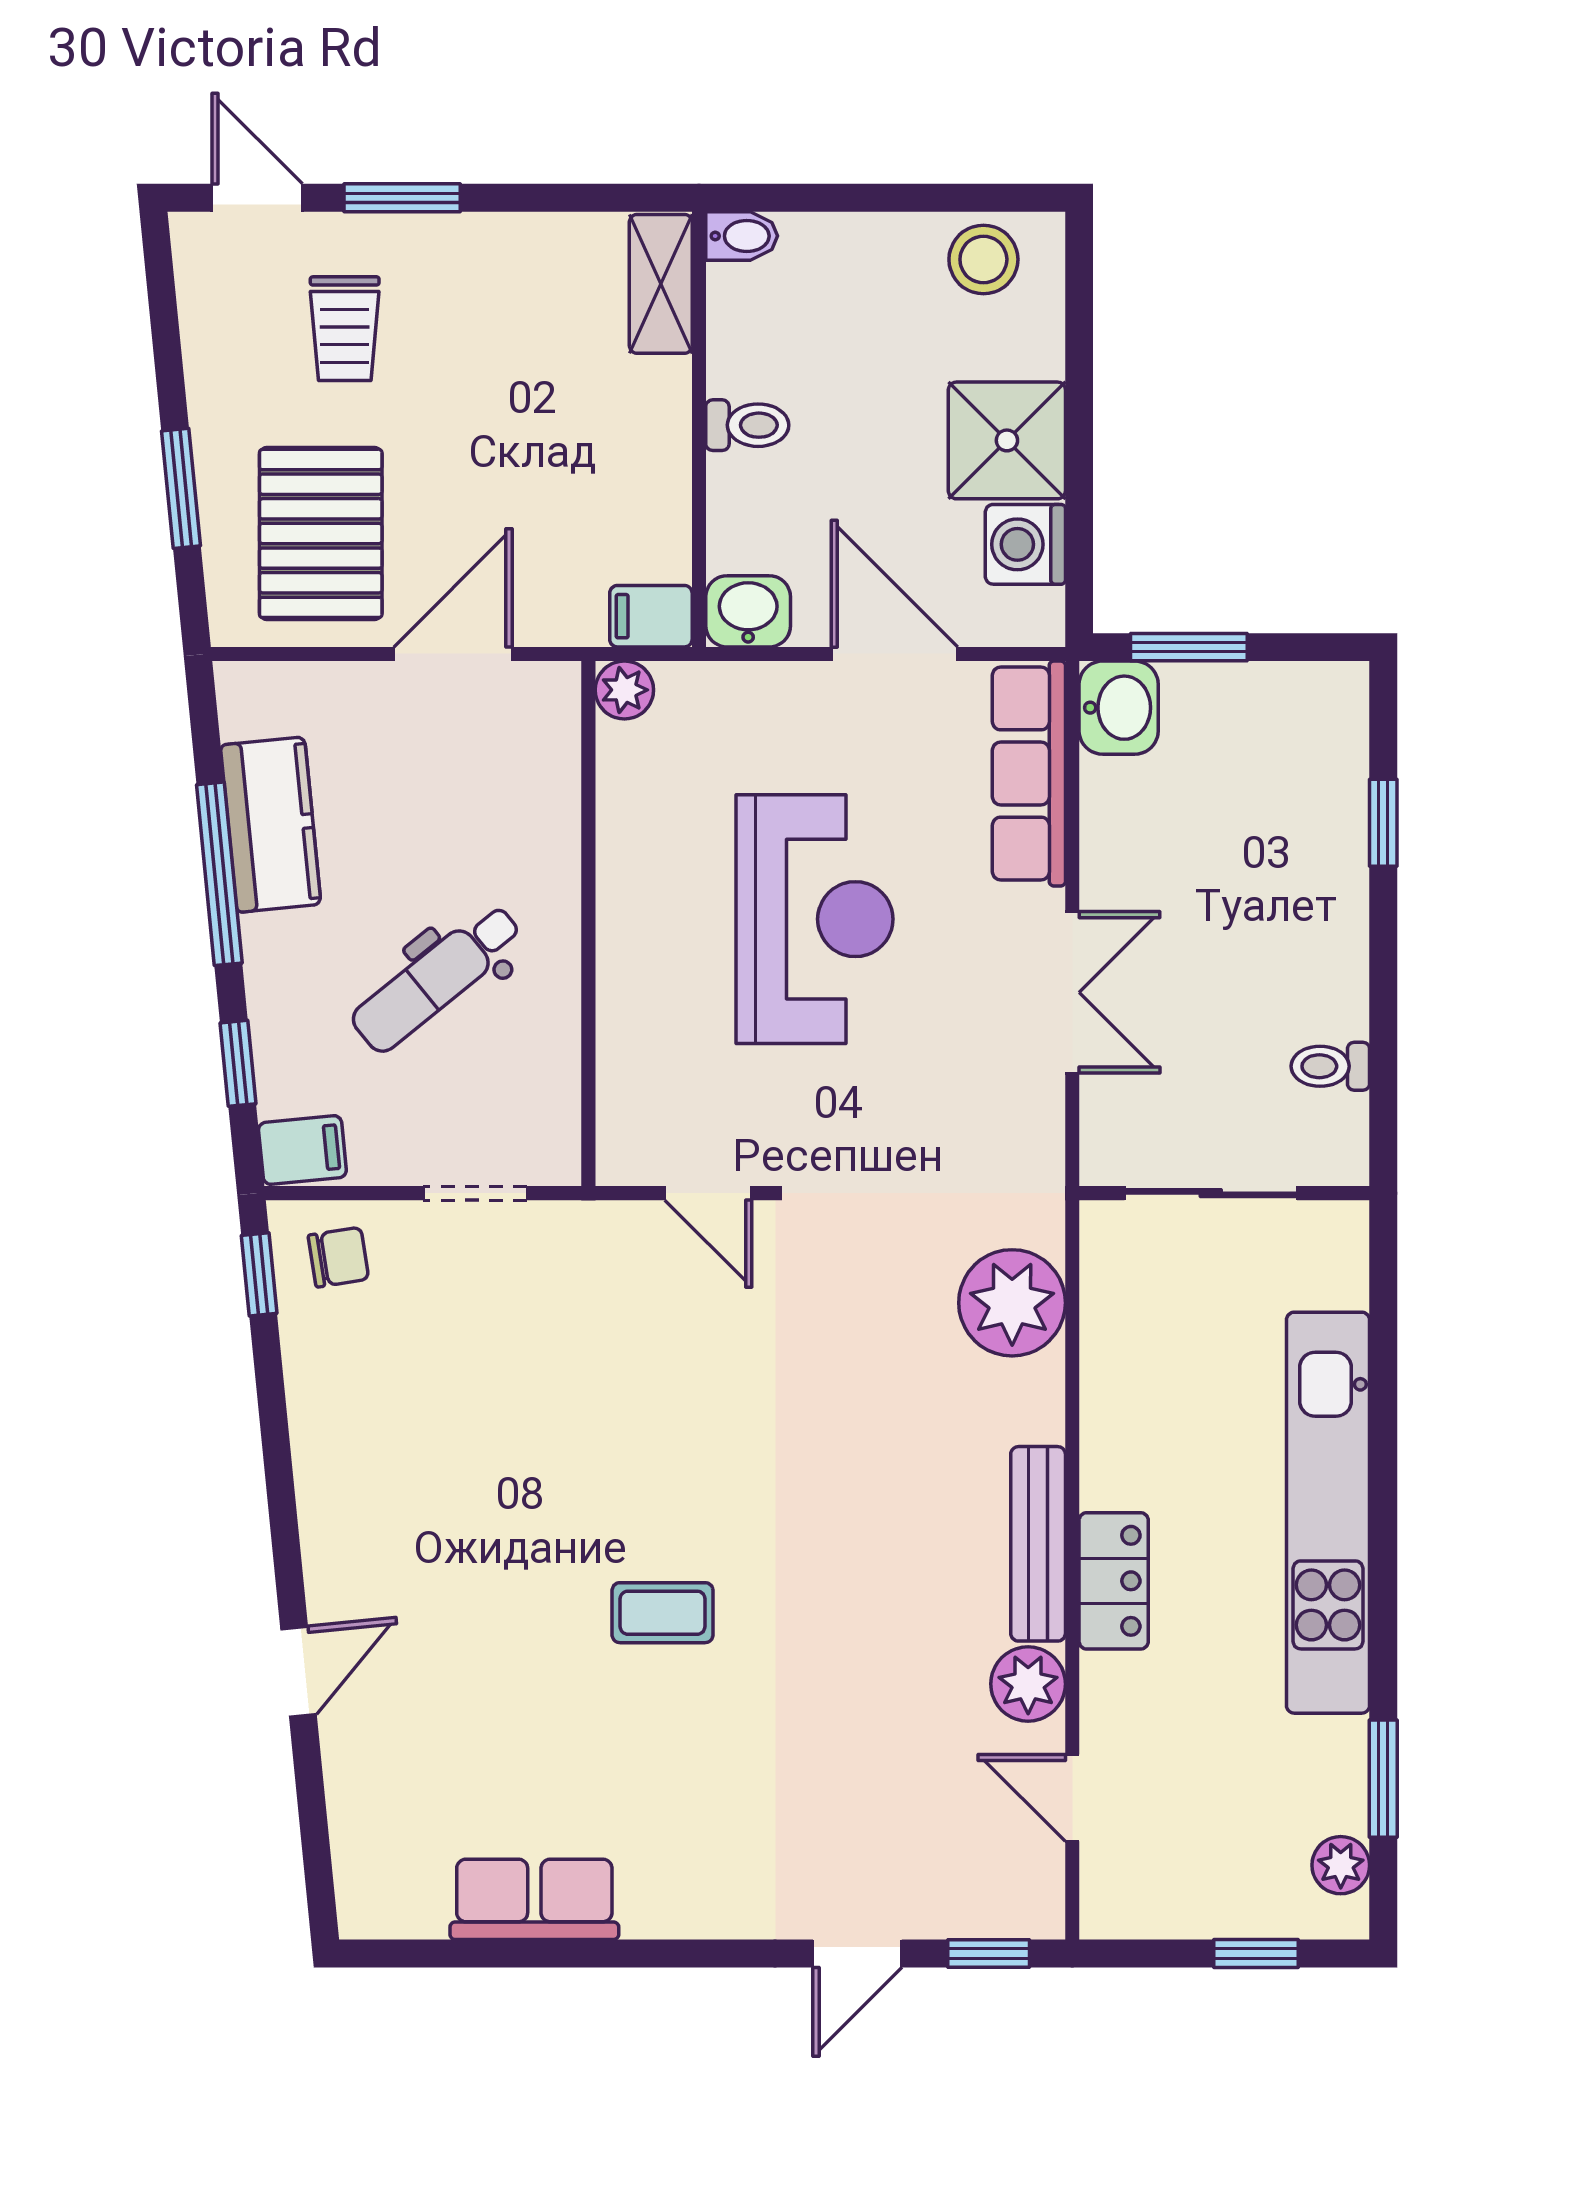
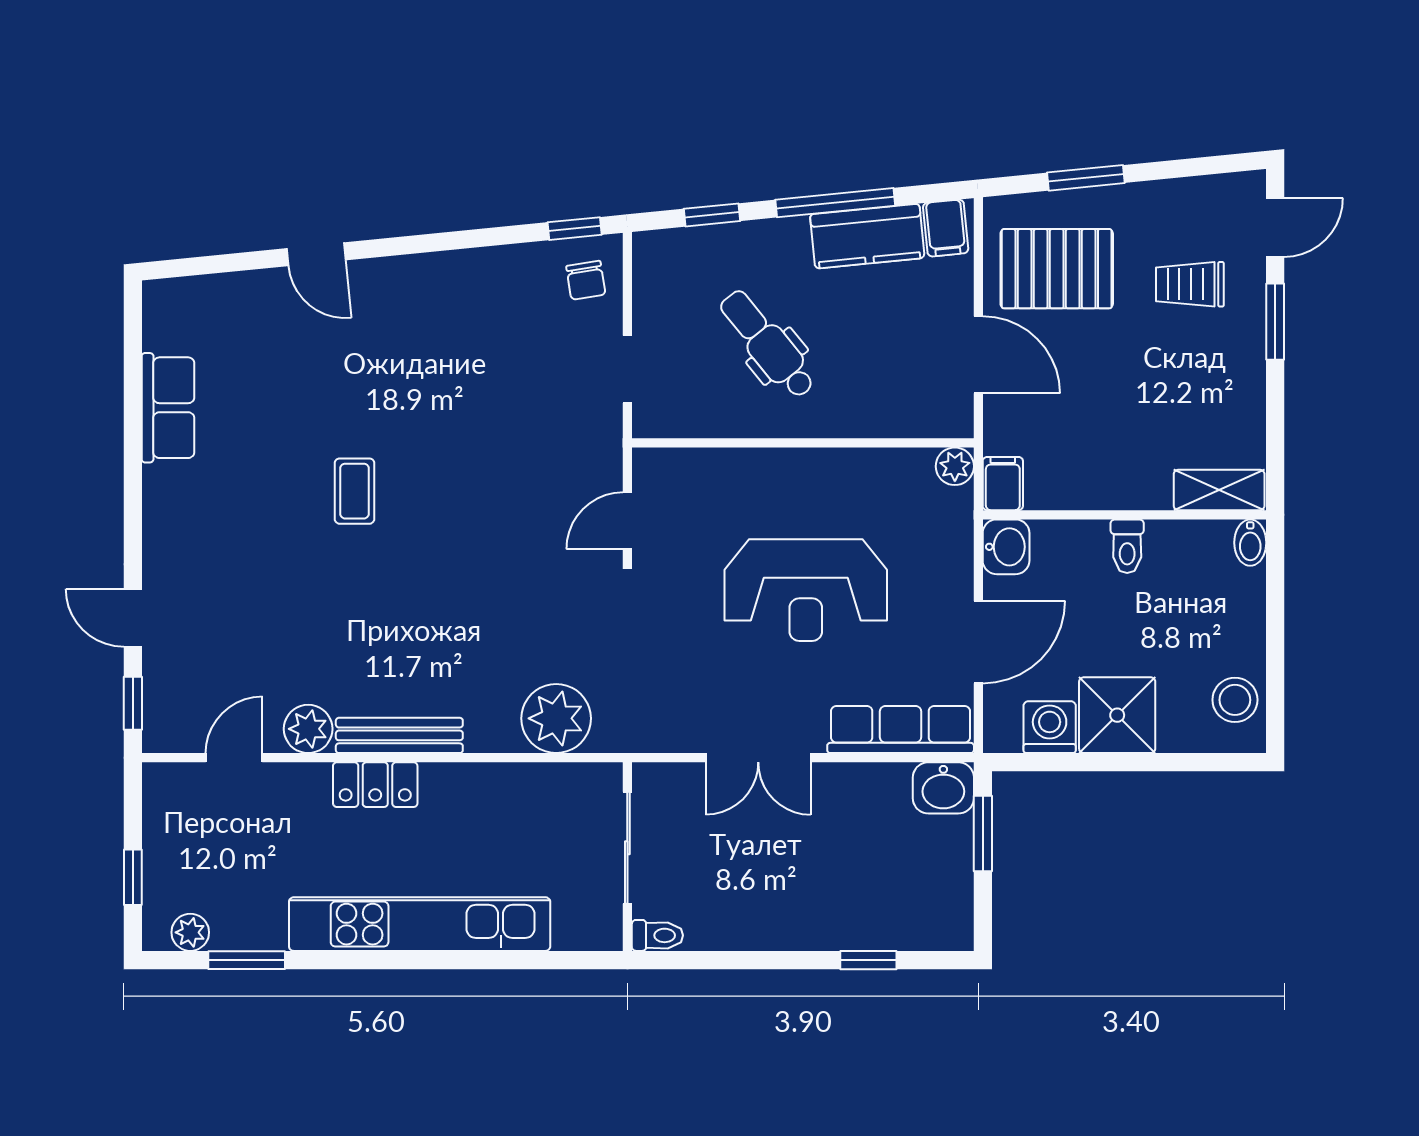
toilet: (1330, 1066) -> (657, 935), moved, turned 90
filing cabinet: (302, 1150) -> (946, 228), moved

